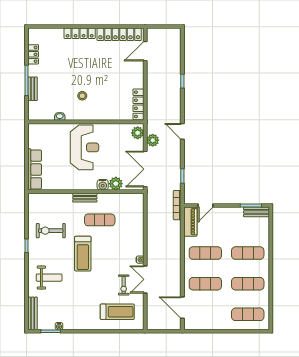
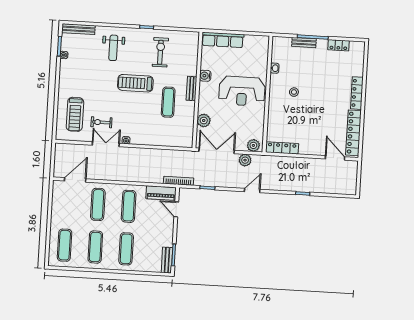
water cooler: (103, 185) -> (205, 76), moved

